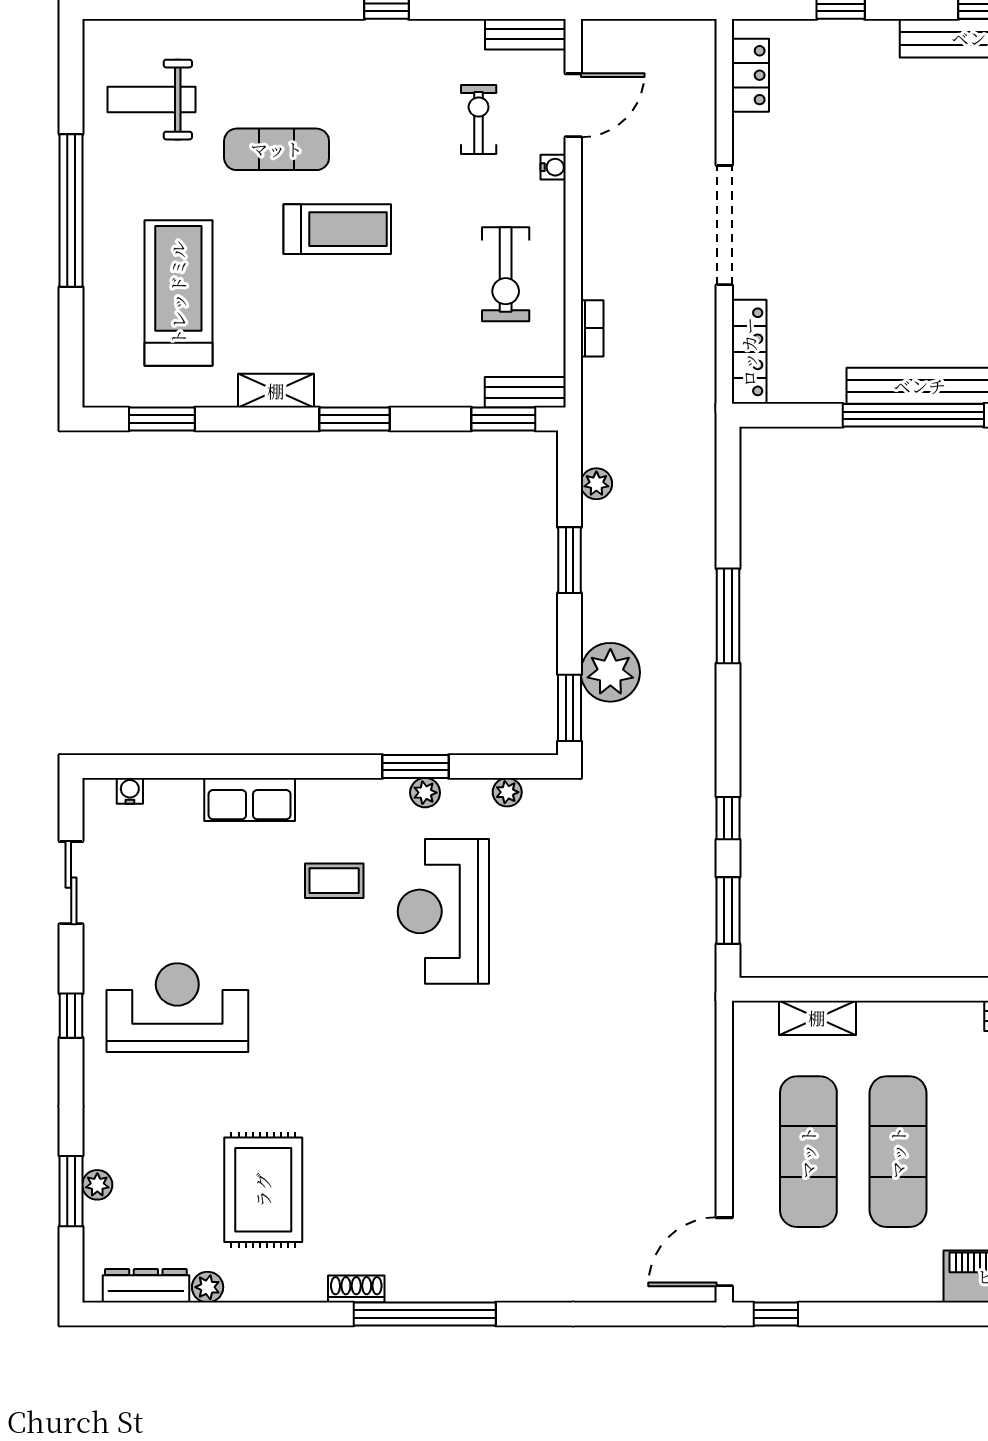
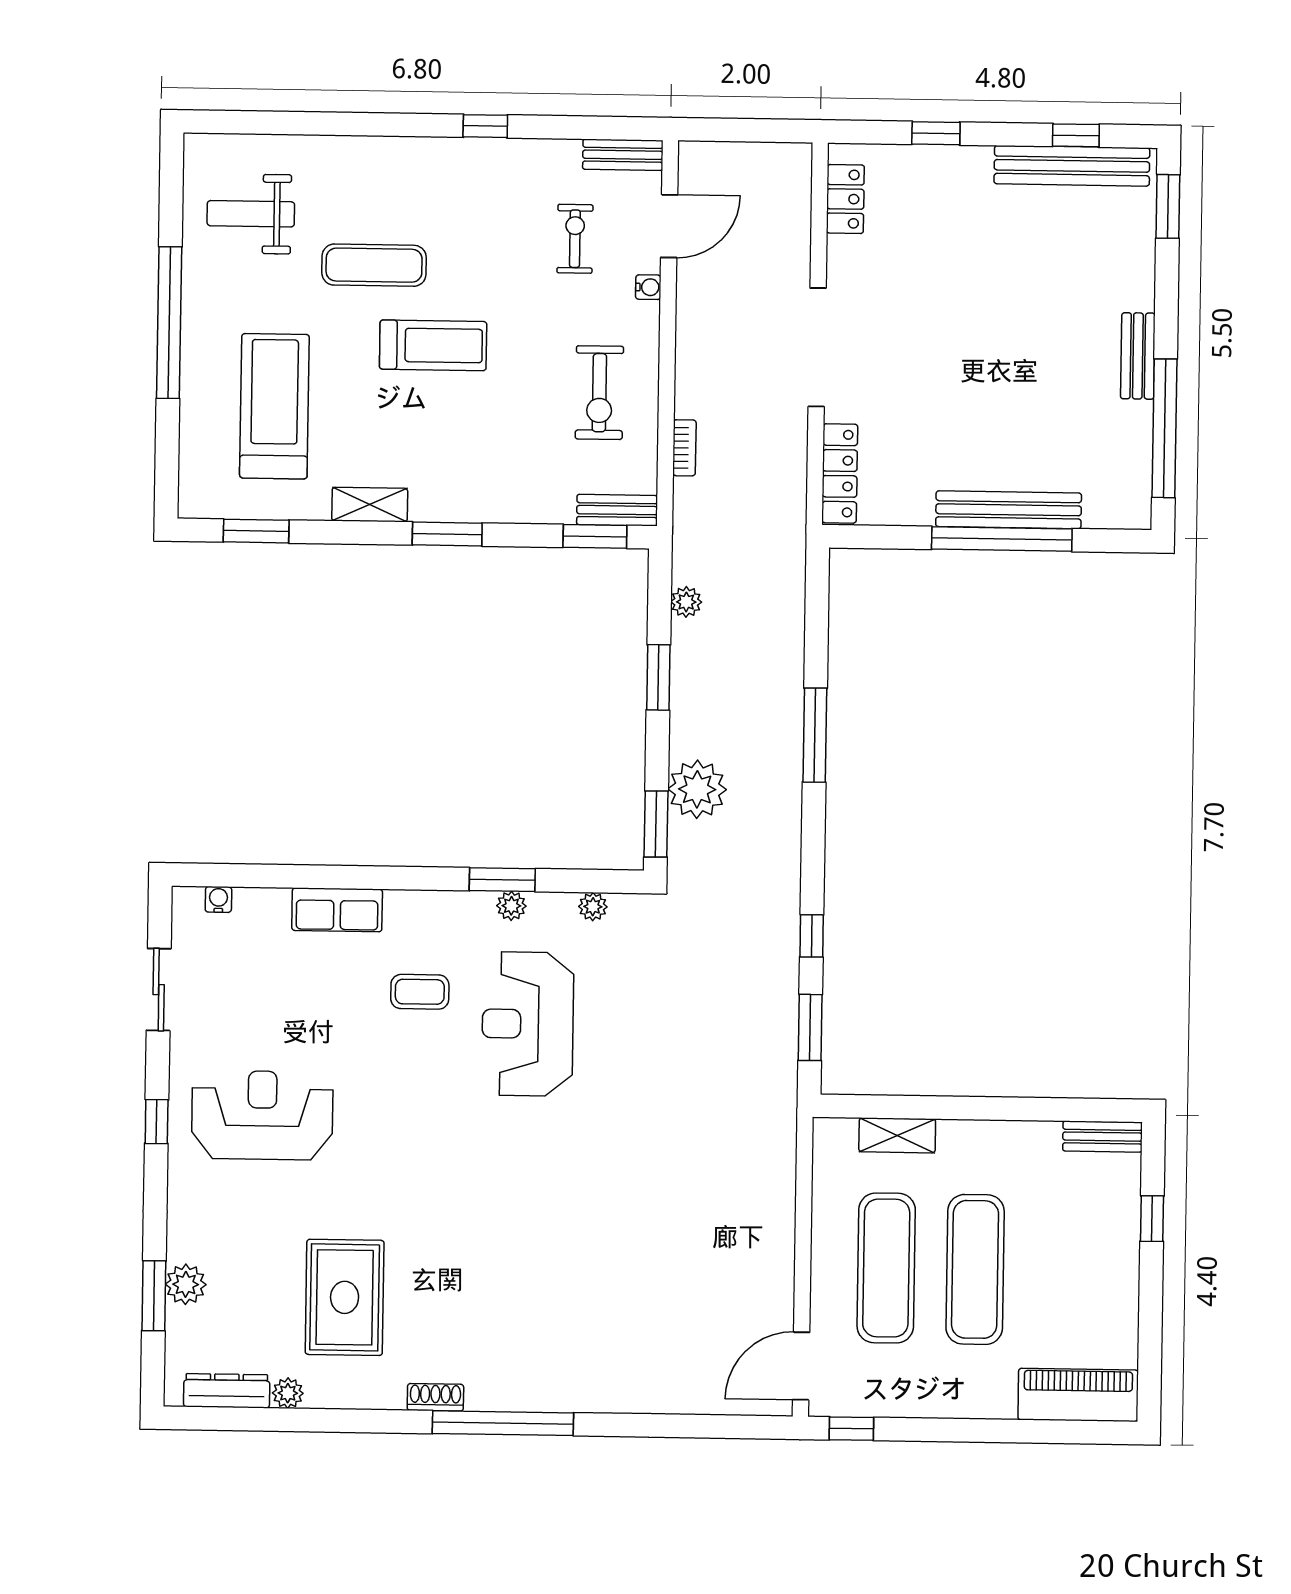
plant: (97, 1185) -> (186, 1284), width x1.38, depth x1.38

